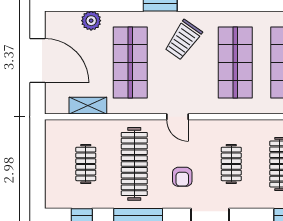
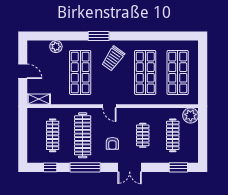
door: (38, 60) -> (23, 71), width x0.53
shelving: (88, 106) -> (39, 99), moved
clothes rail: (86, 164) -> (53, 135), width x1.36

